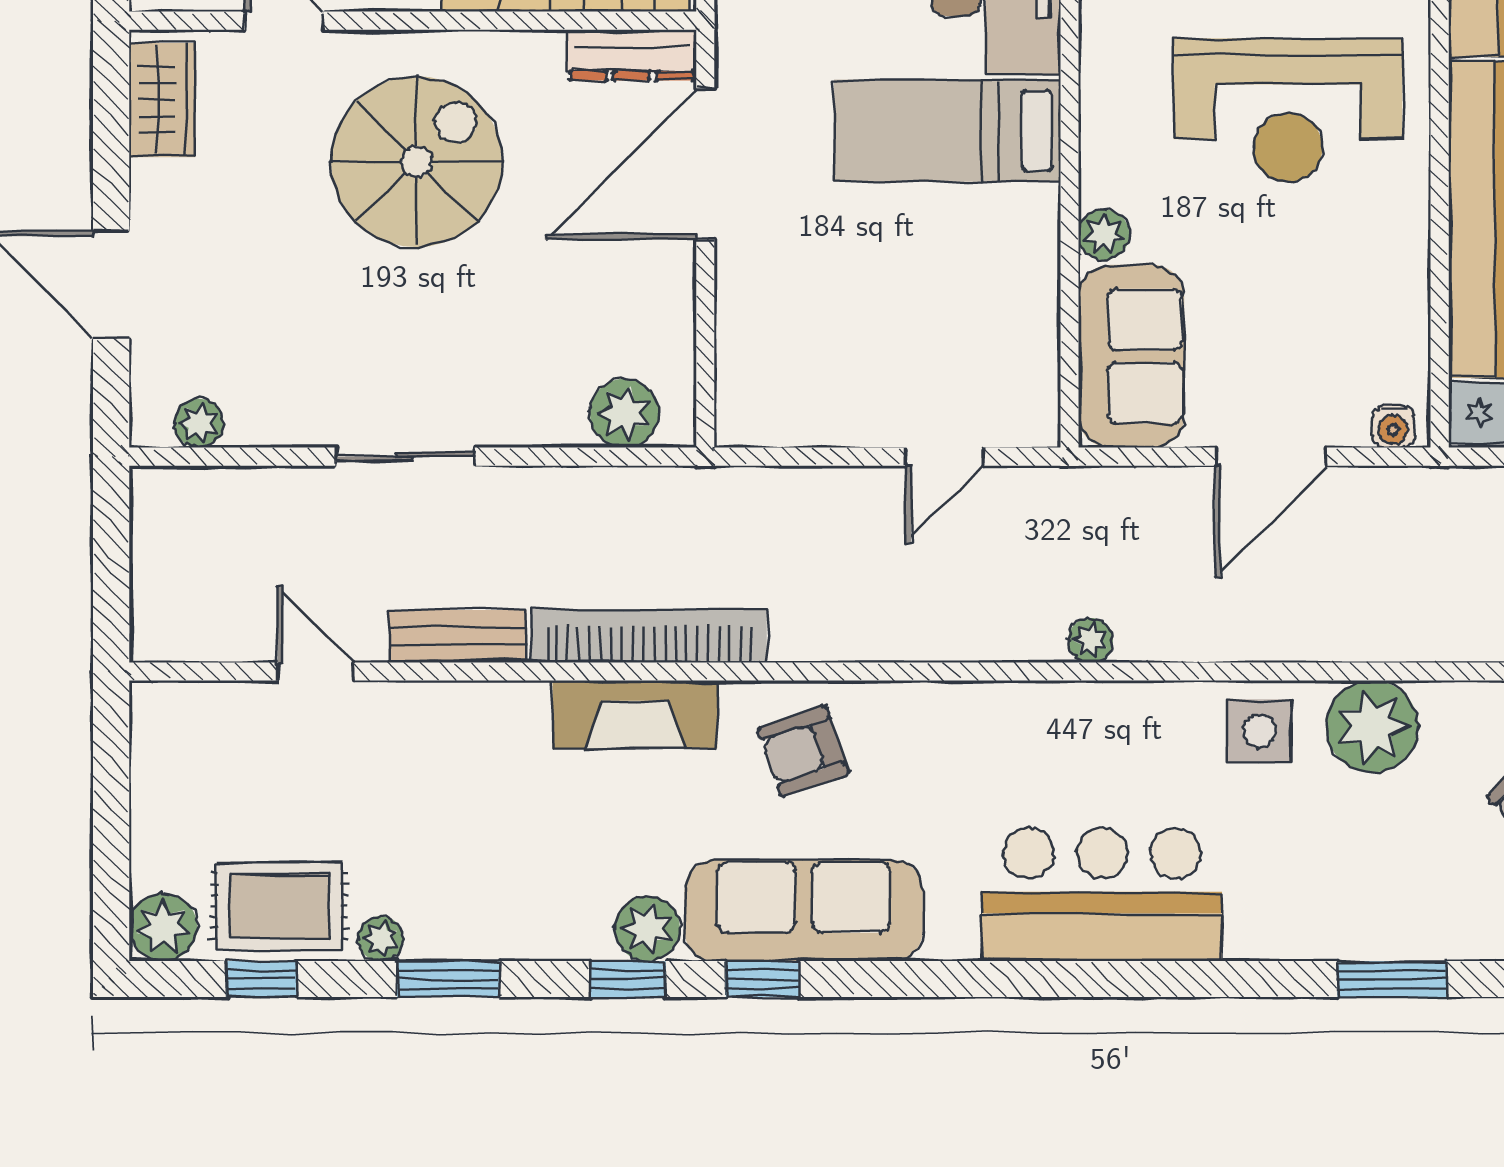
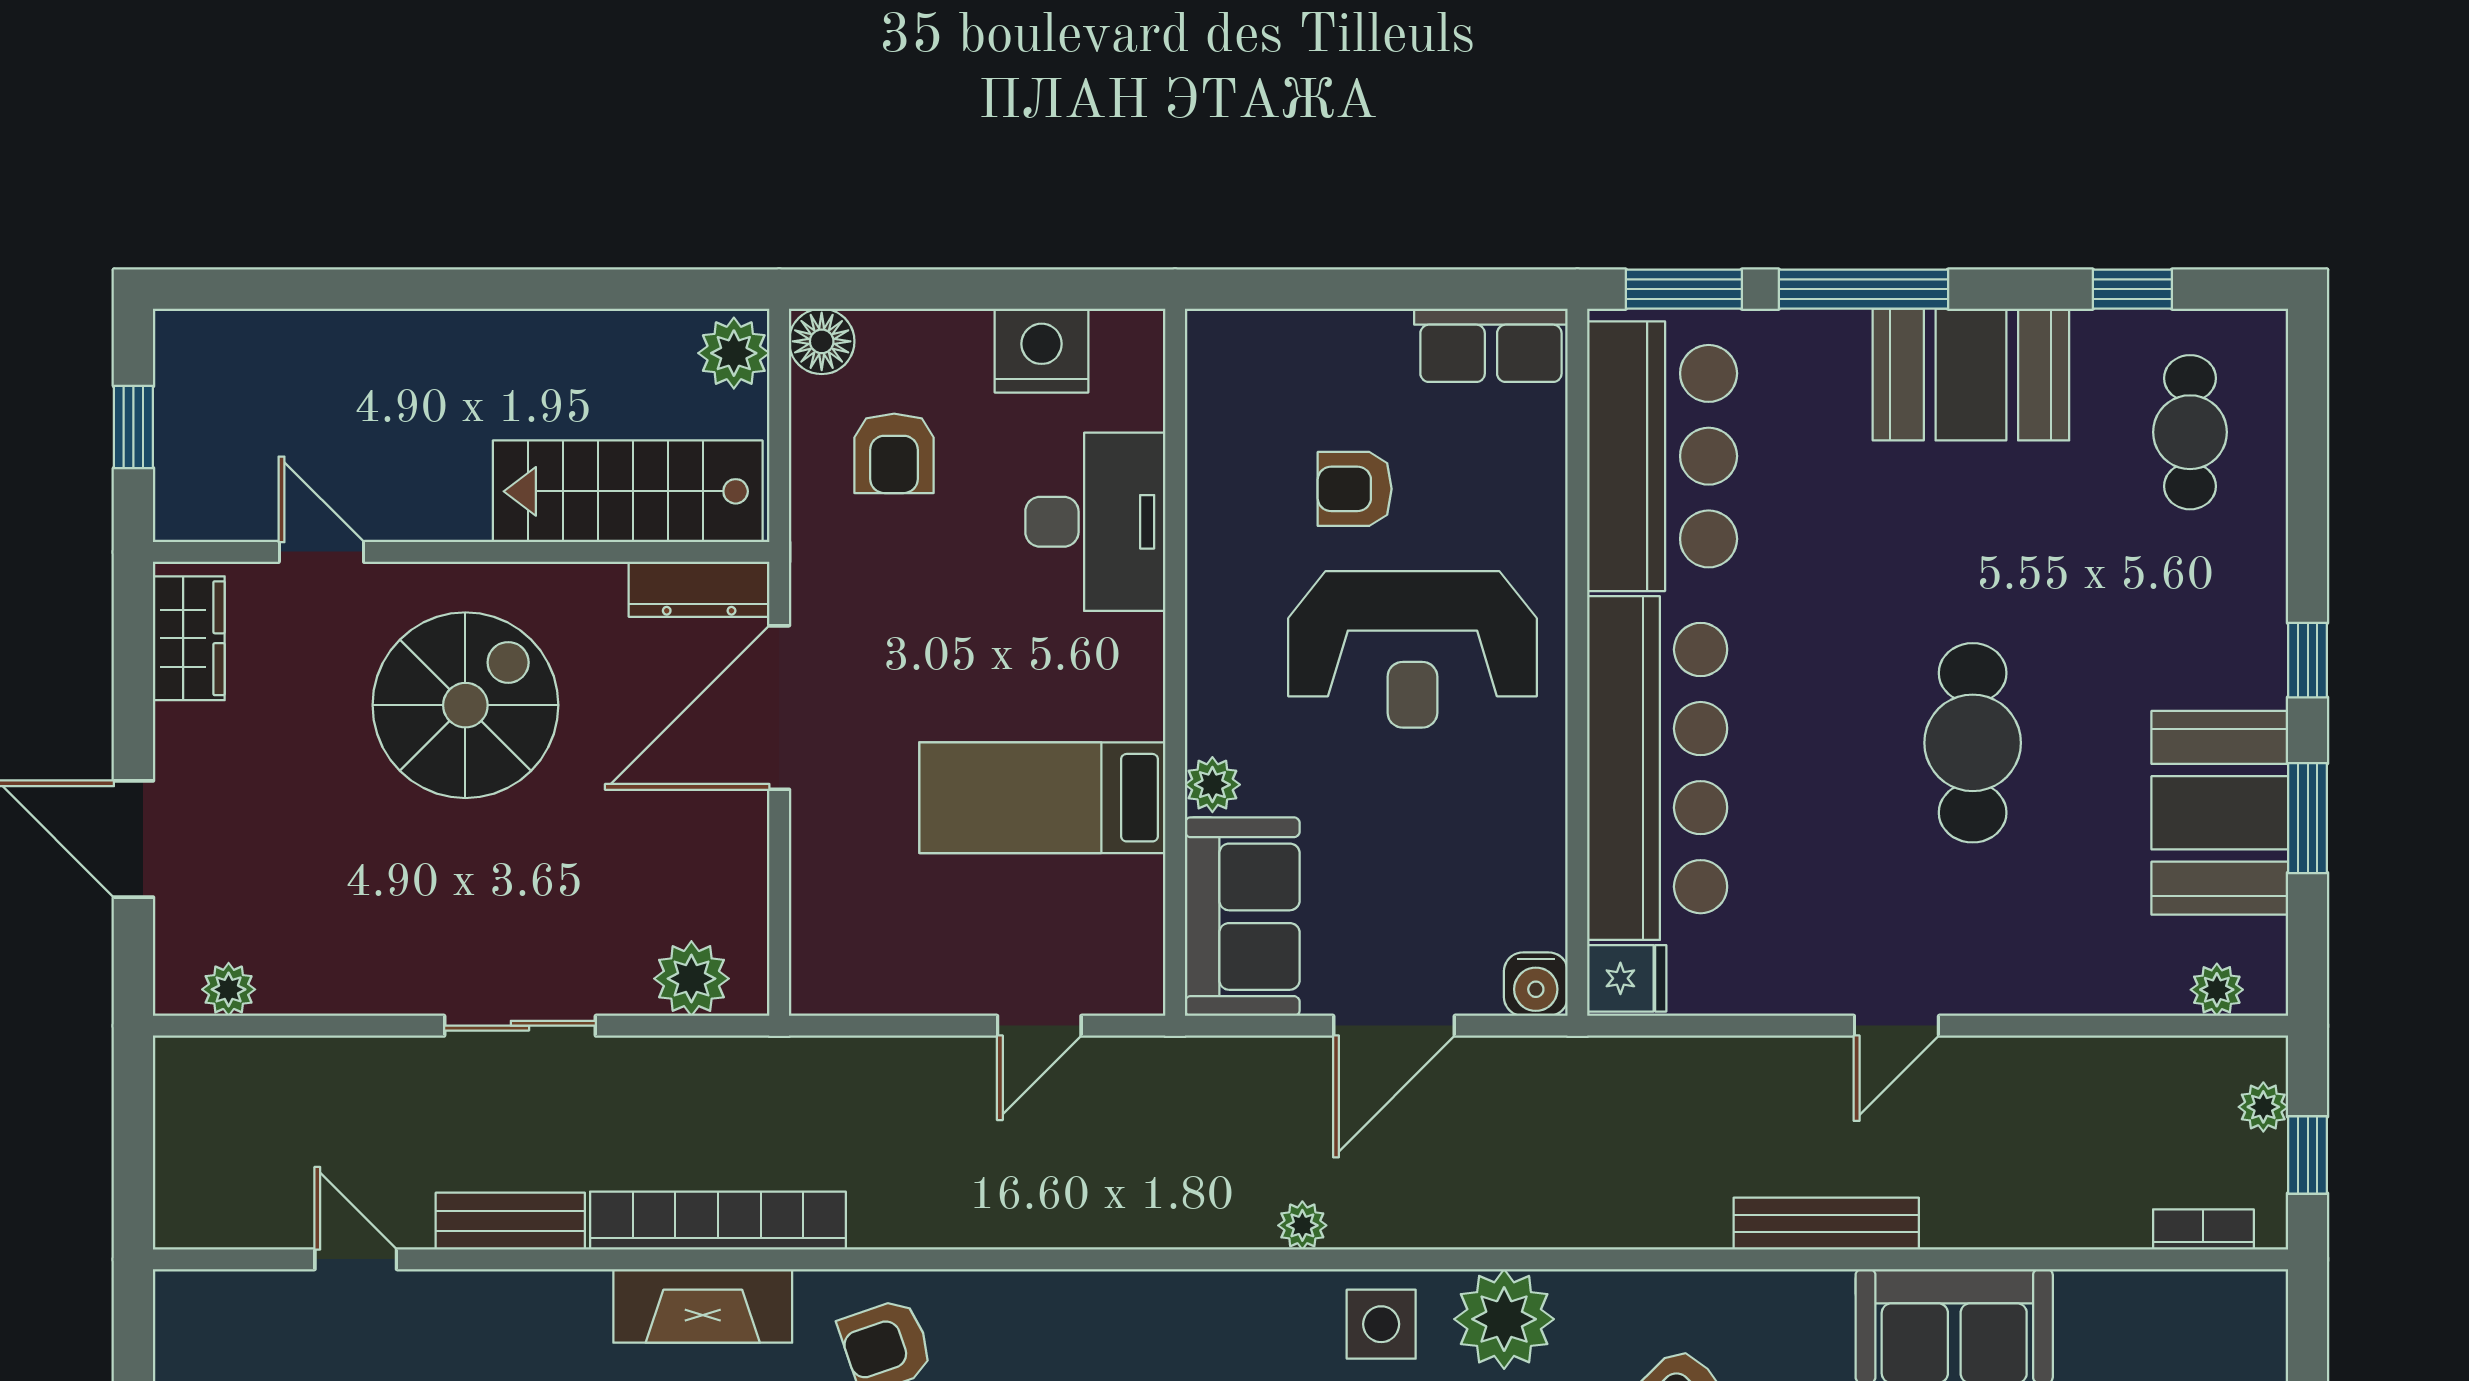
bed: (947, 131) -> (1042, 798), moved
water cooler: (1393, 426) -> (1536, 984), width x1.38, depth x1.38
sliding door: (405, 457) -> (520, 1026), moved
plant: (1090, 640) -> (1302, 1225), moved

